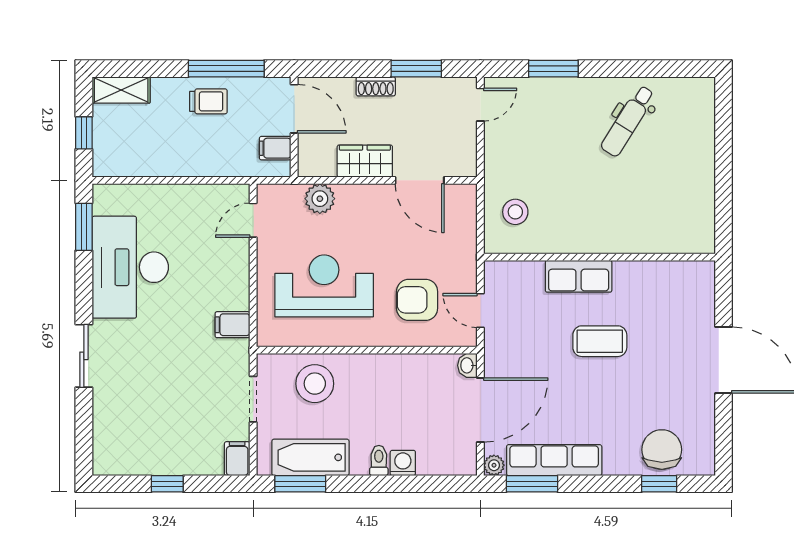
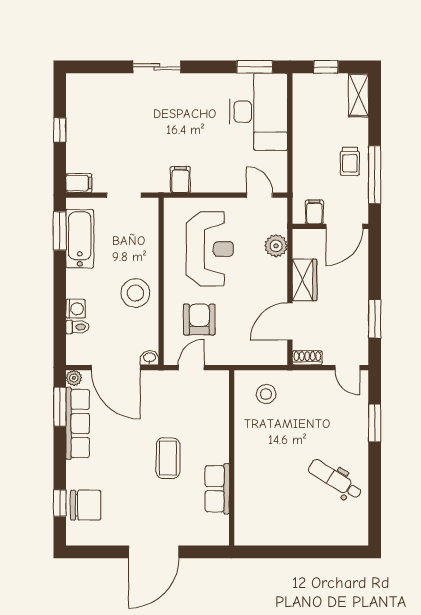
shoe rack: (376, 86) -> (307, 358), moved, turned 90
desk: (130, 267) -> (258, 112), moved, turned 90
row of seats: (579, 276) -> (217, 489), moved
stool: (315, 384) -> (135, 293), moved
toilet: (379, 460) -> (77, 327), moved

